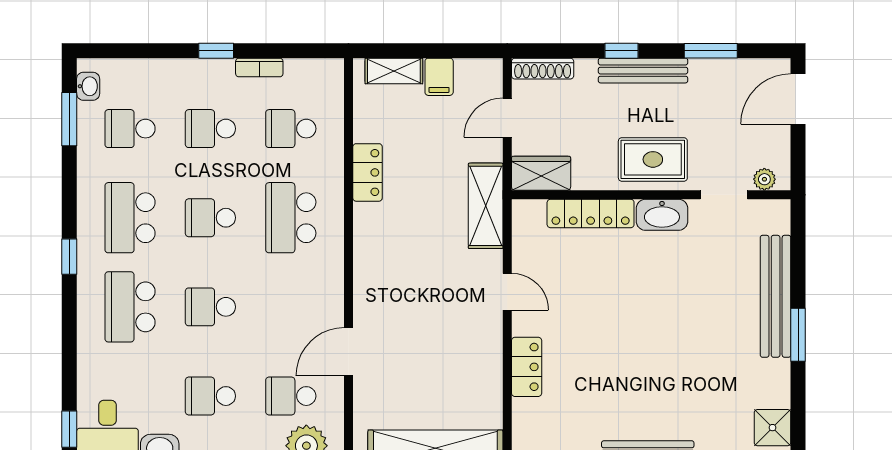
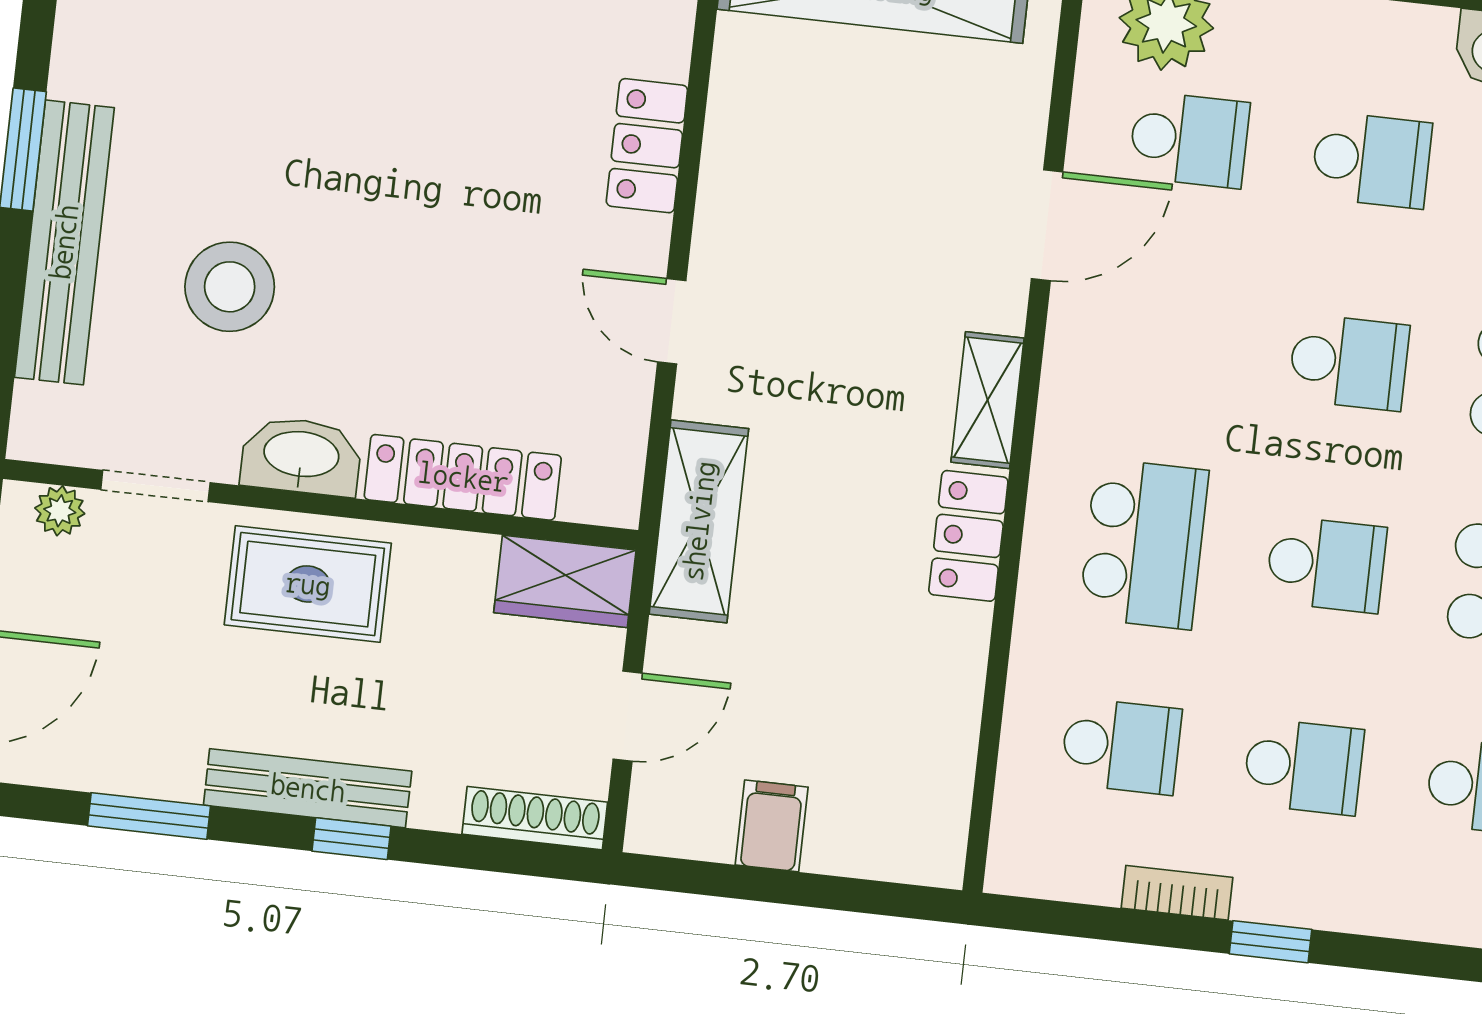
shelving: (394, 71) -> (988, 400), moved, turned 90
locker: (368, 172) -> (968, 536), moved
stool: (701, 285) -> (230, 287), added

